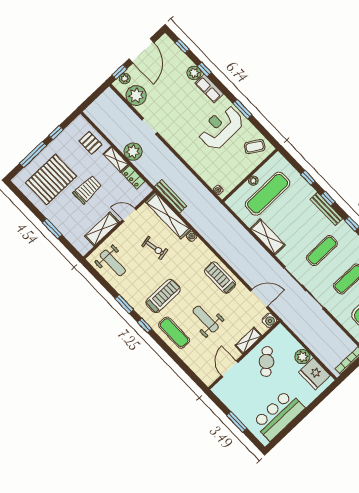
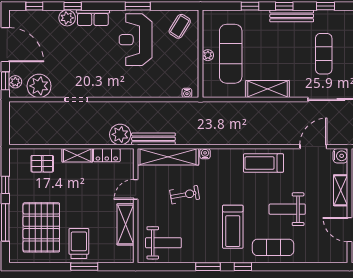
plant: (133, 152) -> (120, 134), moved
trolley: (87, 190) -> (79, 243), moved
treadmill: (163, 296) -> (233, 227), turned 180

